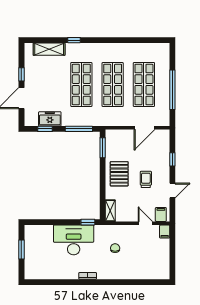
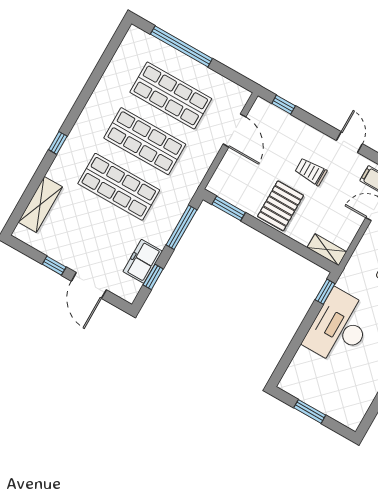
window: (74, 40) -> (58, 143), moved
window: (172, 90) -> (181, 46), moved
window: (172, 159) -> (284, 105), moved
pallet: (119, 174) -> (281, 206), turned 90

